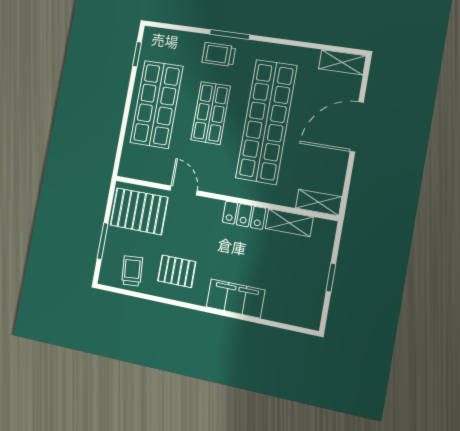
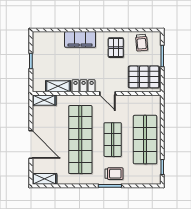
door: (357, 127) -> (31, 145), hinge flipped
door: (184, 191) -> (107, 93), moved
pallet: (177, 271) -> (116, 48), turned 90

